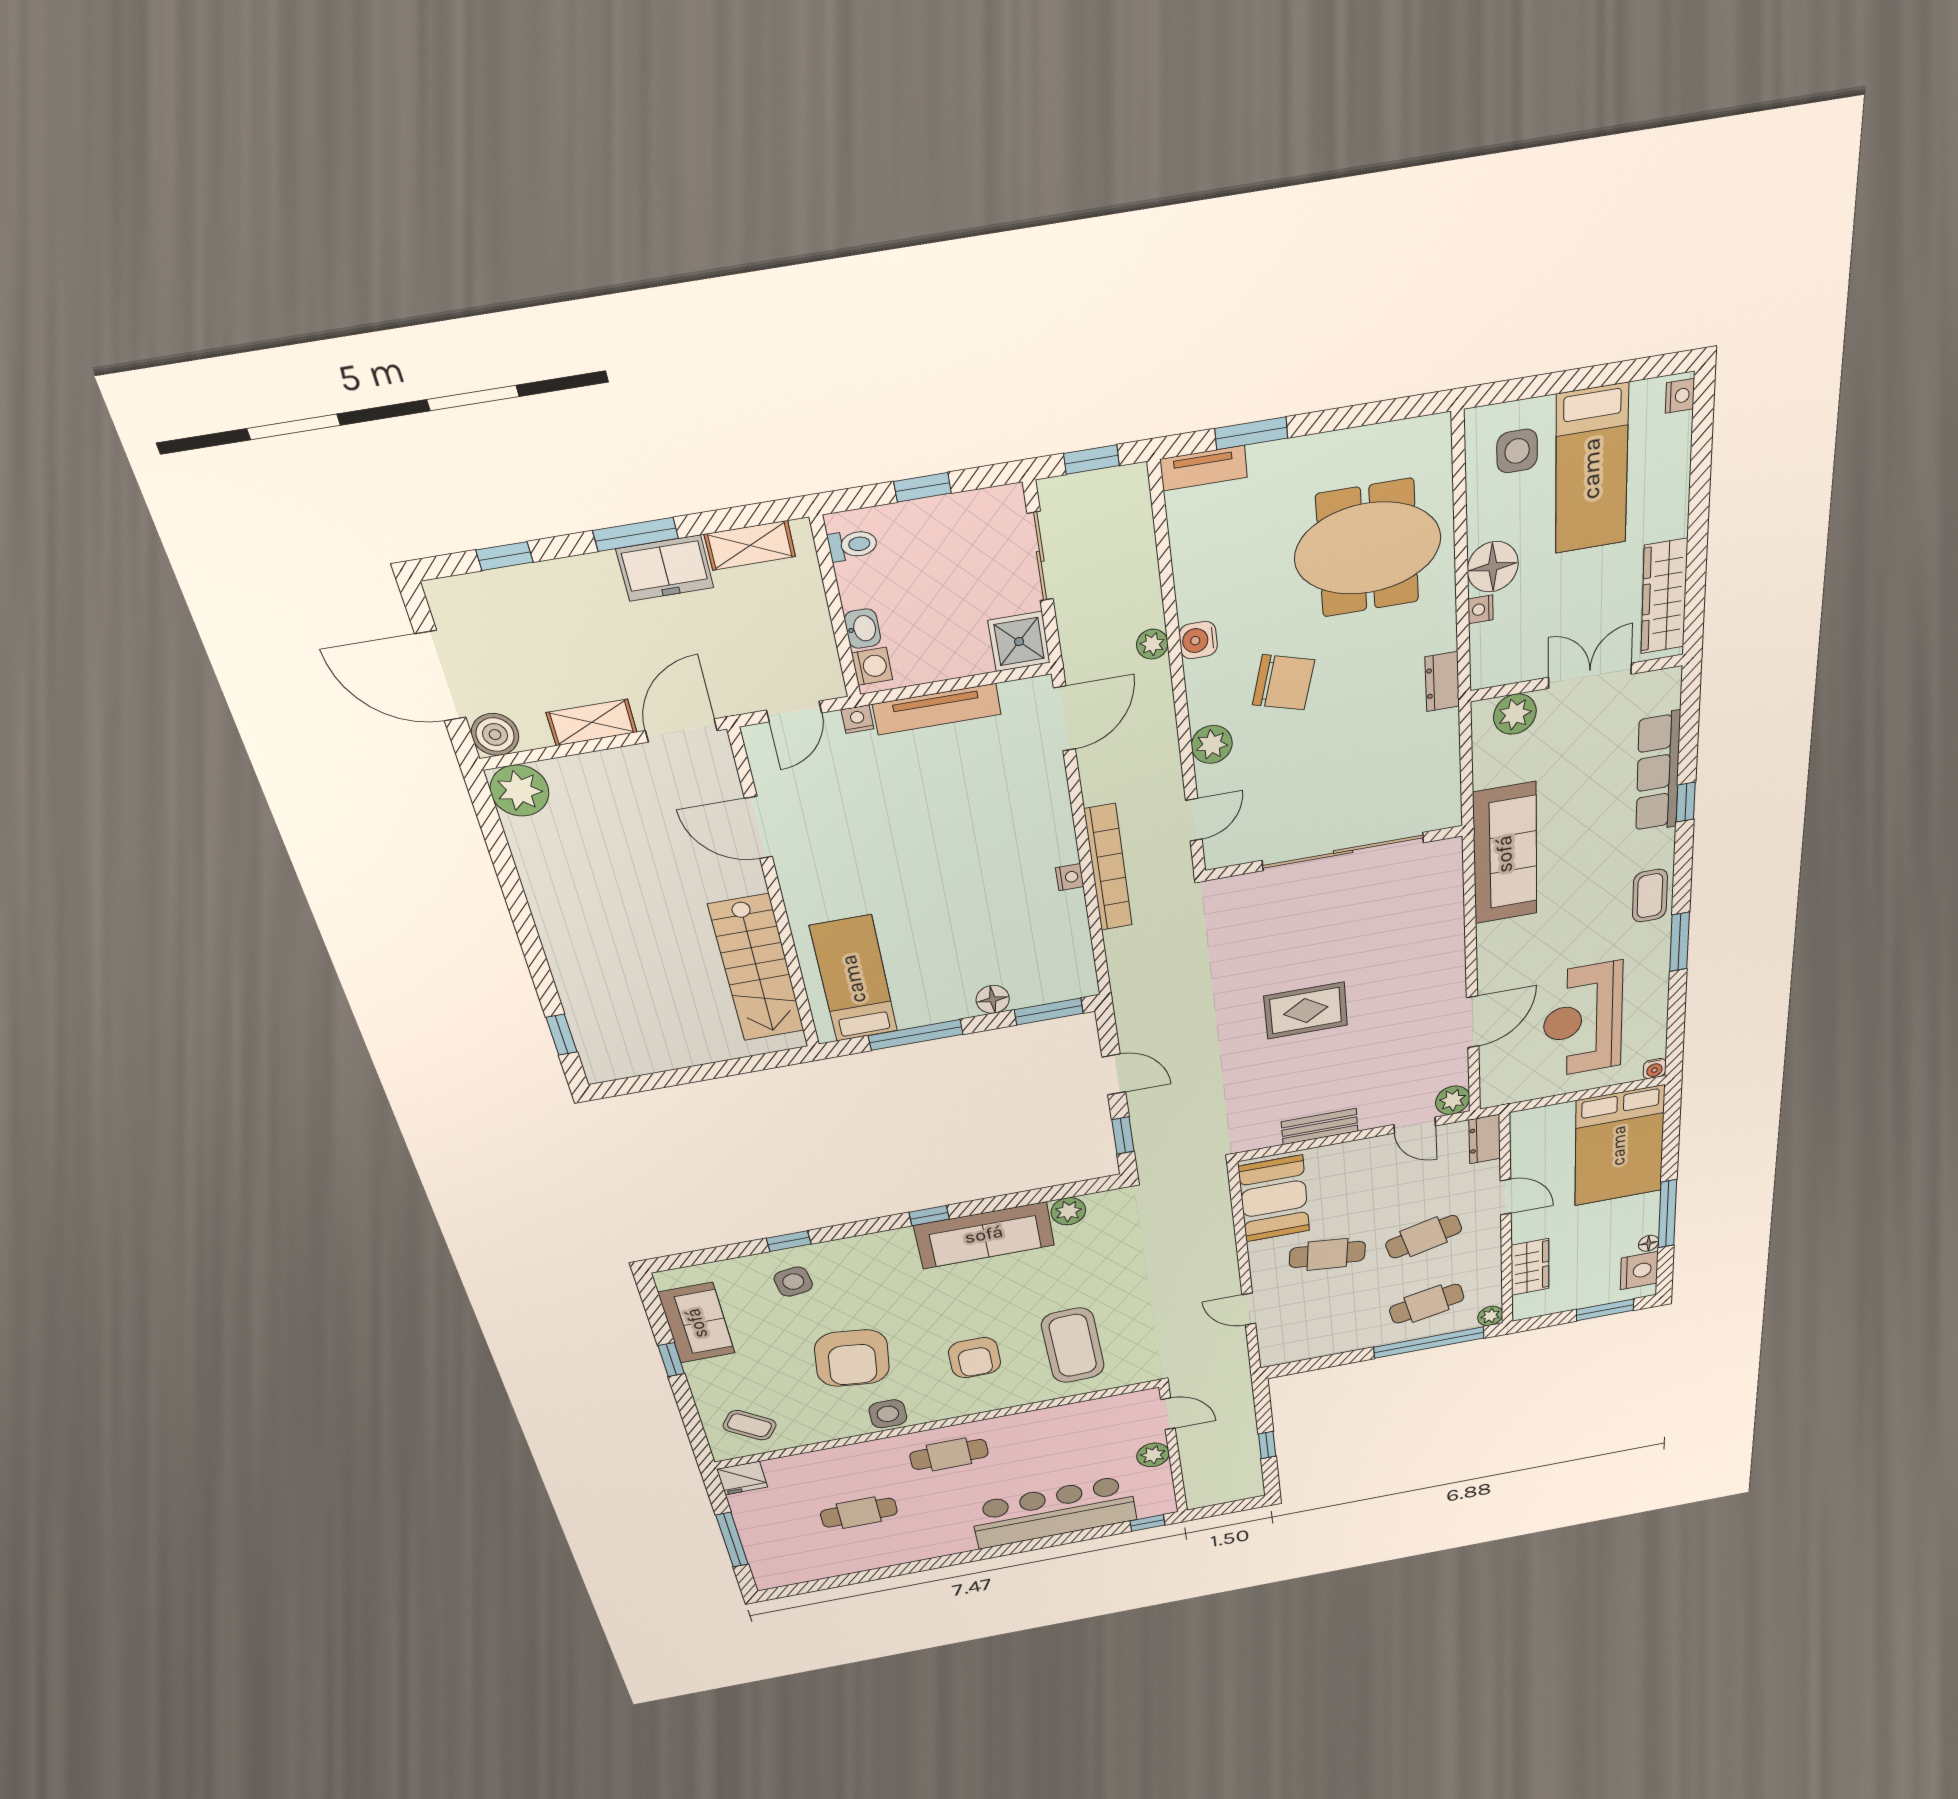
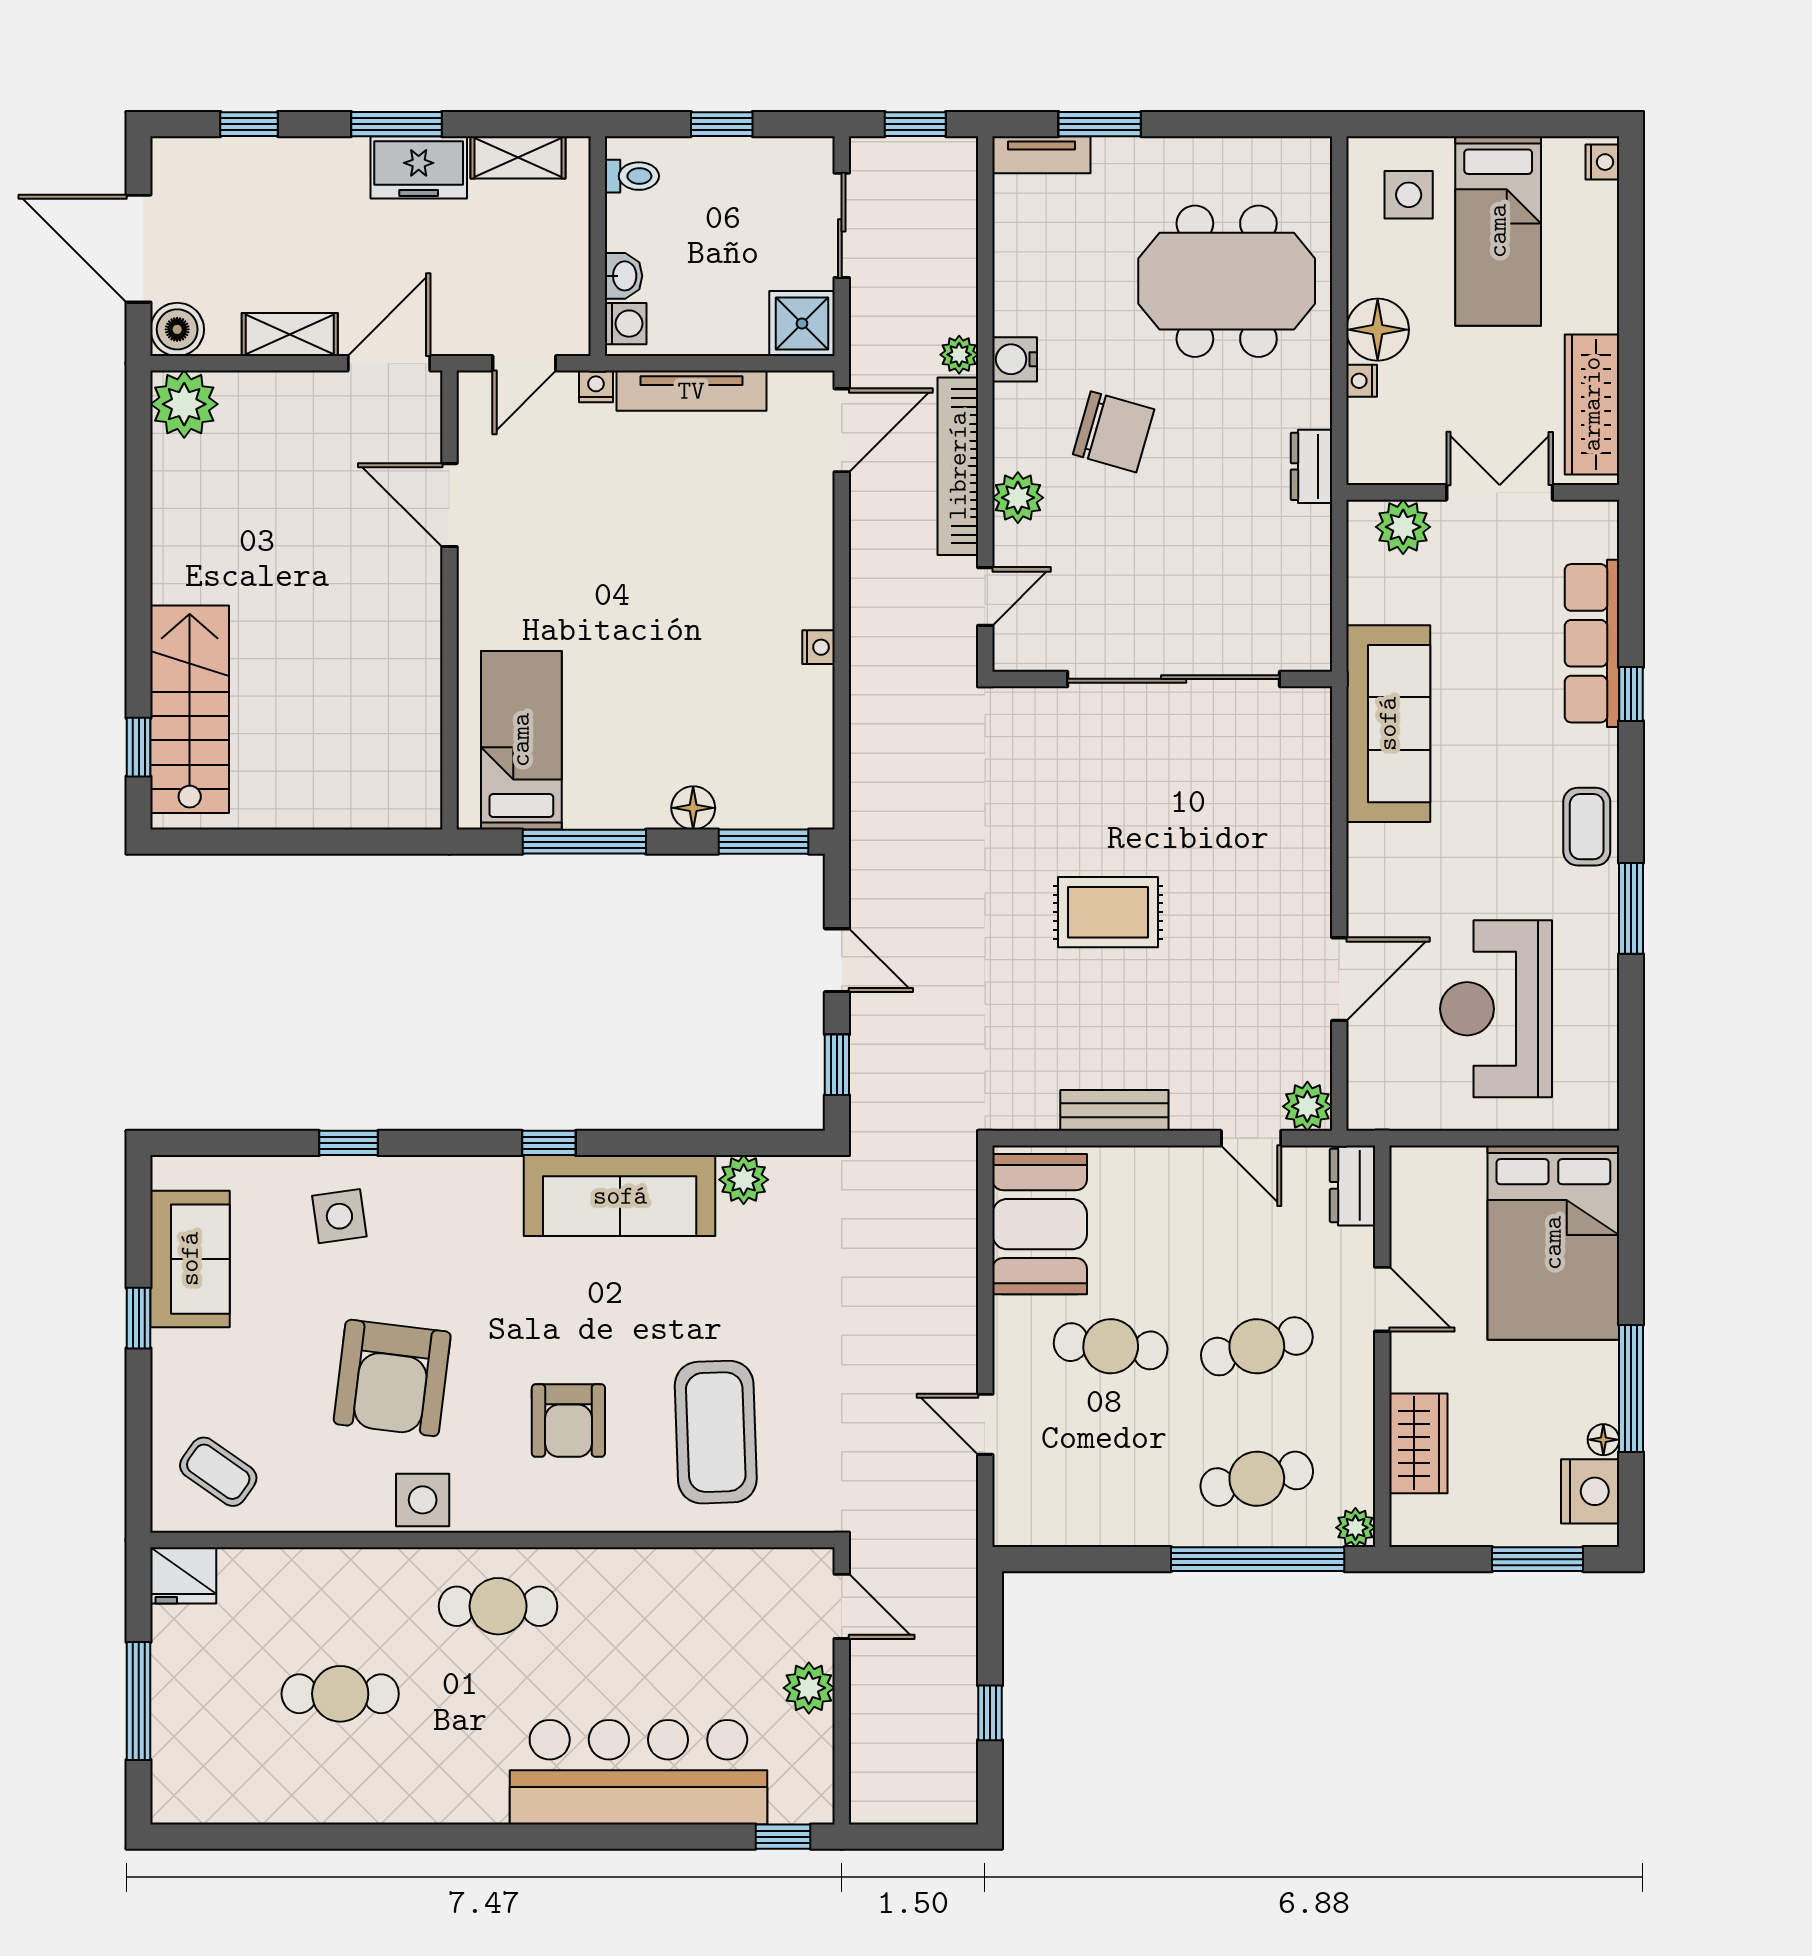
bookcase: (1108, 868) -> (958, 466), moved, turned 180
stairs: (757, 968) -> (190, 709), moved, turned 180
water cooler: (1654, 1069) -> (1602, 1115), removed

